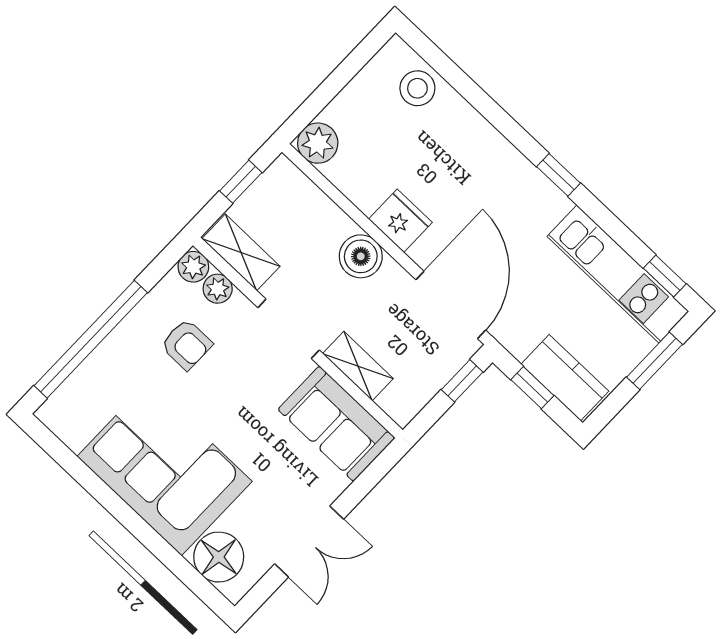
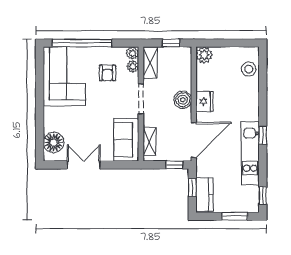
kitchen unit: (618, 274) -> (250, 153), moved
shelving: (358, 366) -> (149, 142), moved
corner sofa: (165, 469) -> (64, 76), moved
double door: (309, 541) -> (84, 165), swing flipped

